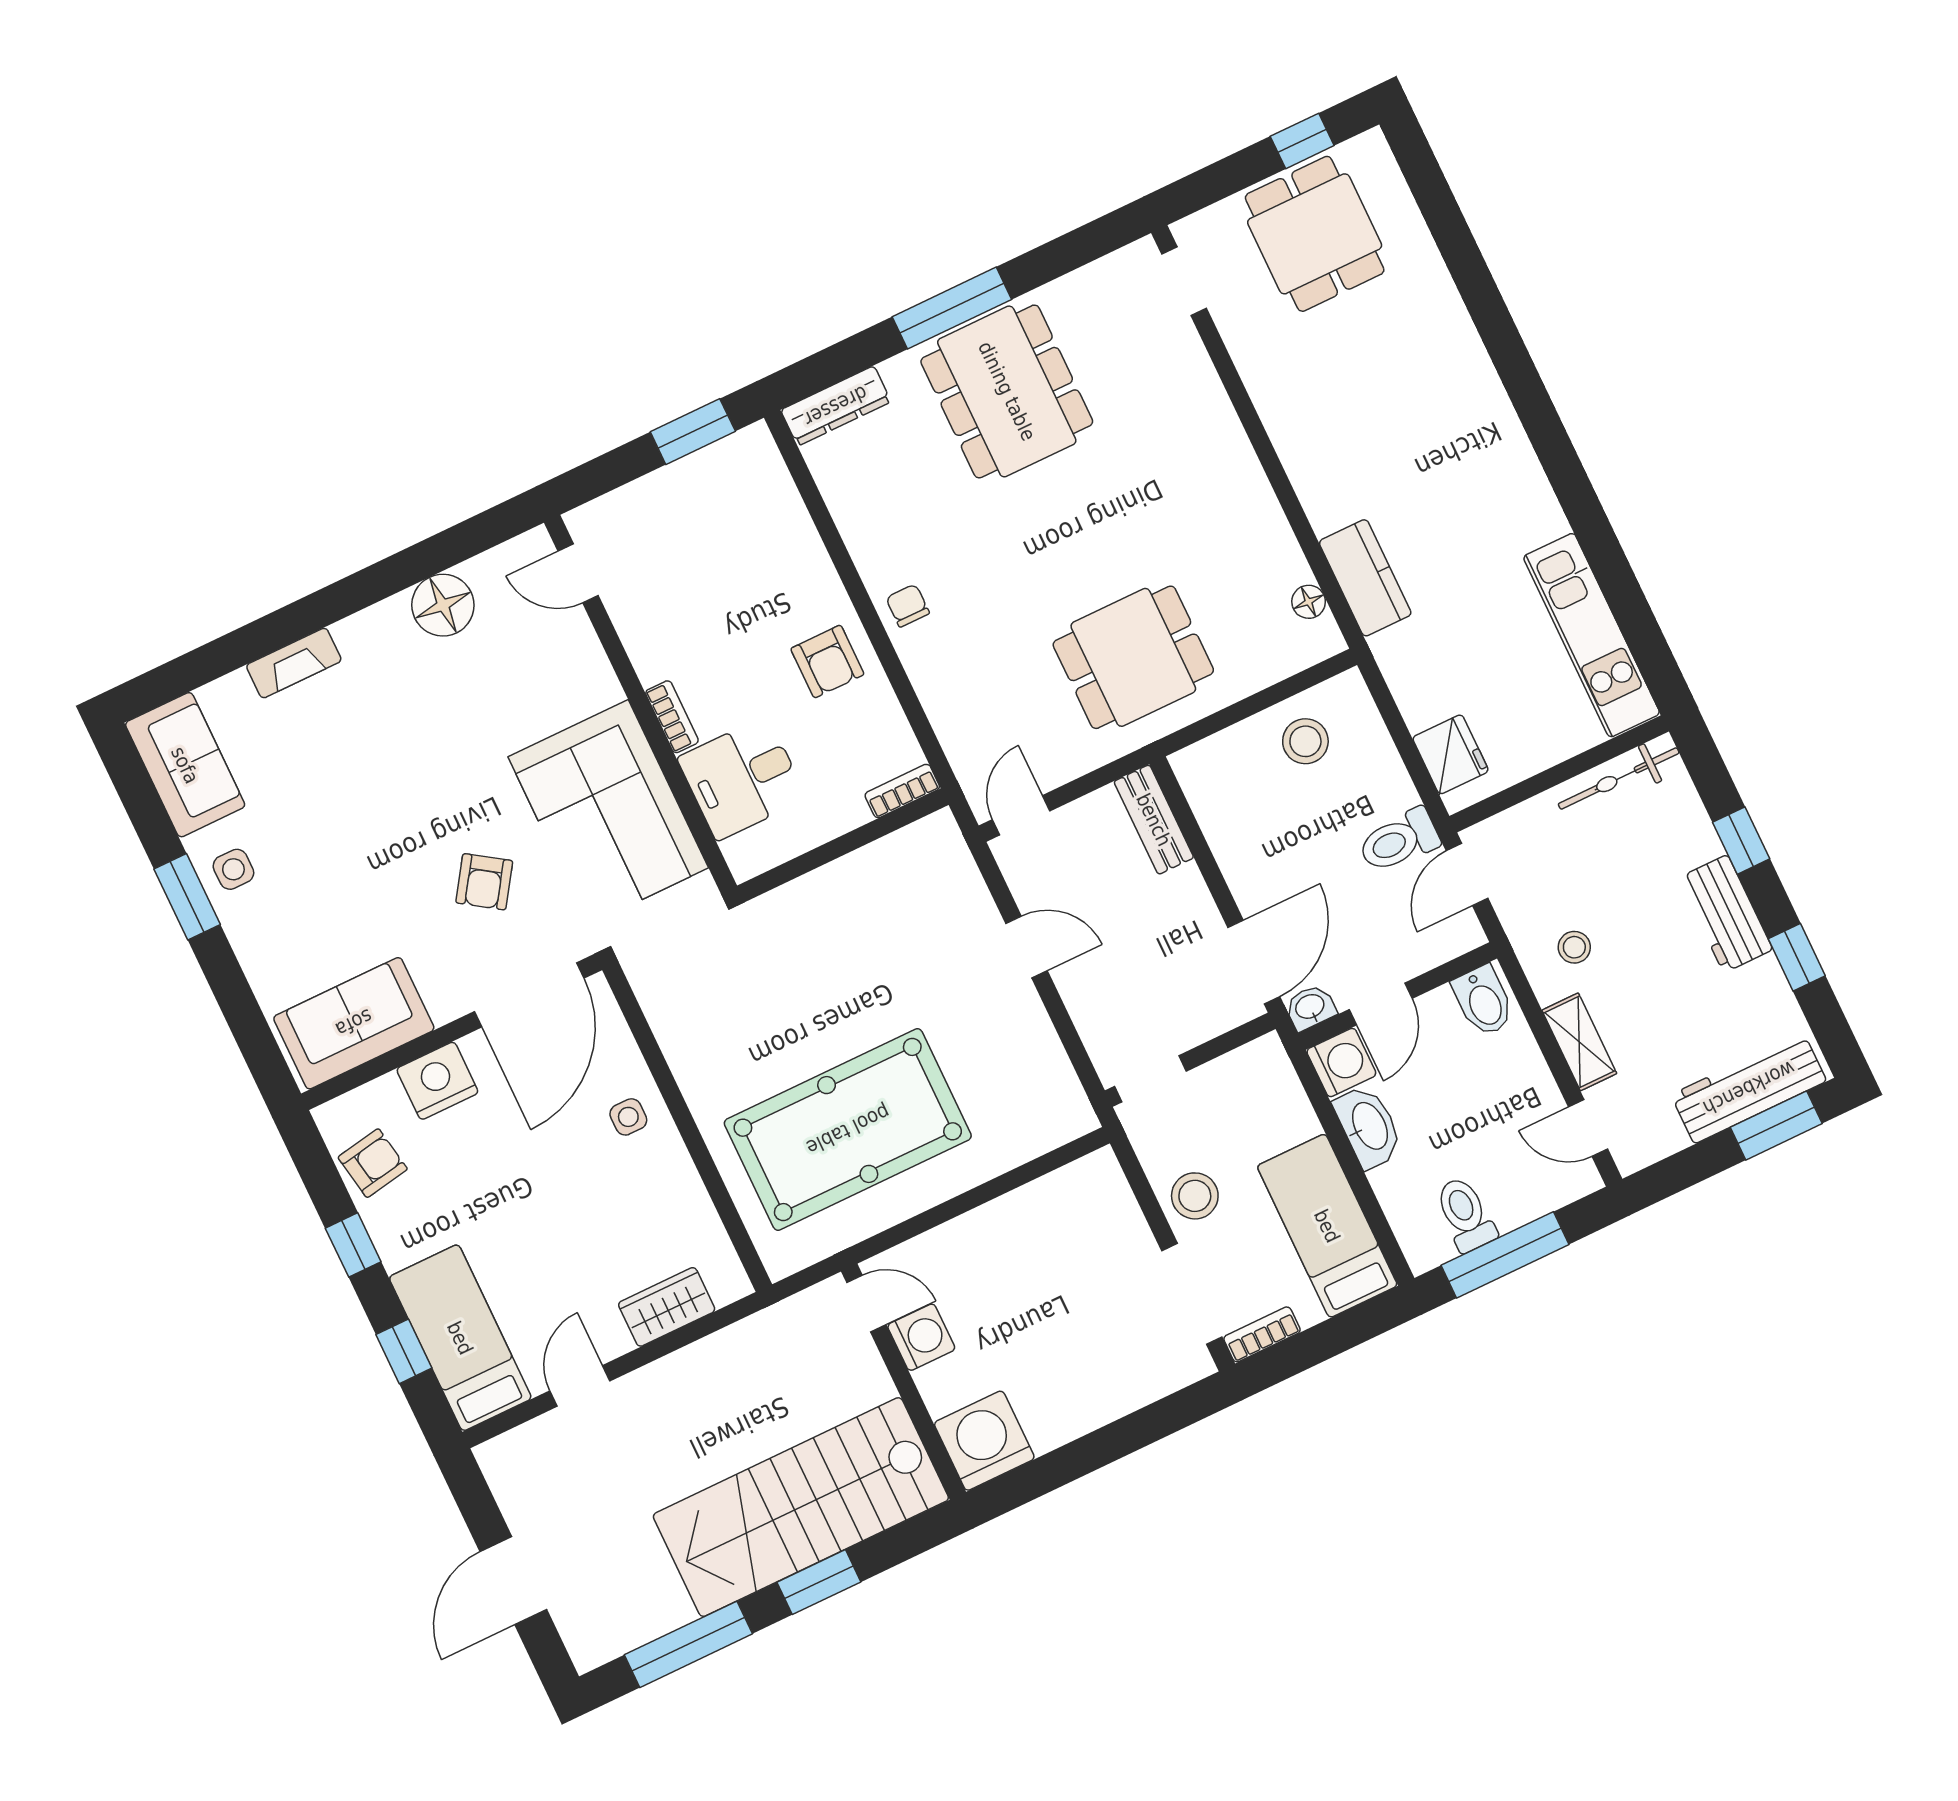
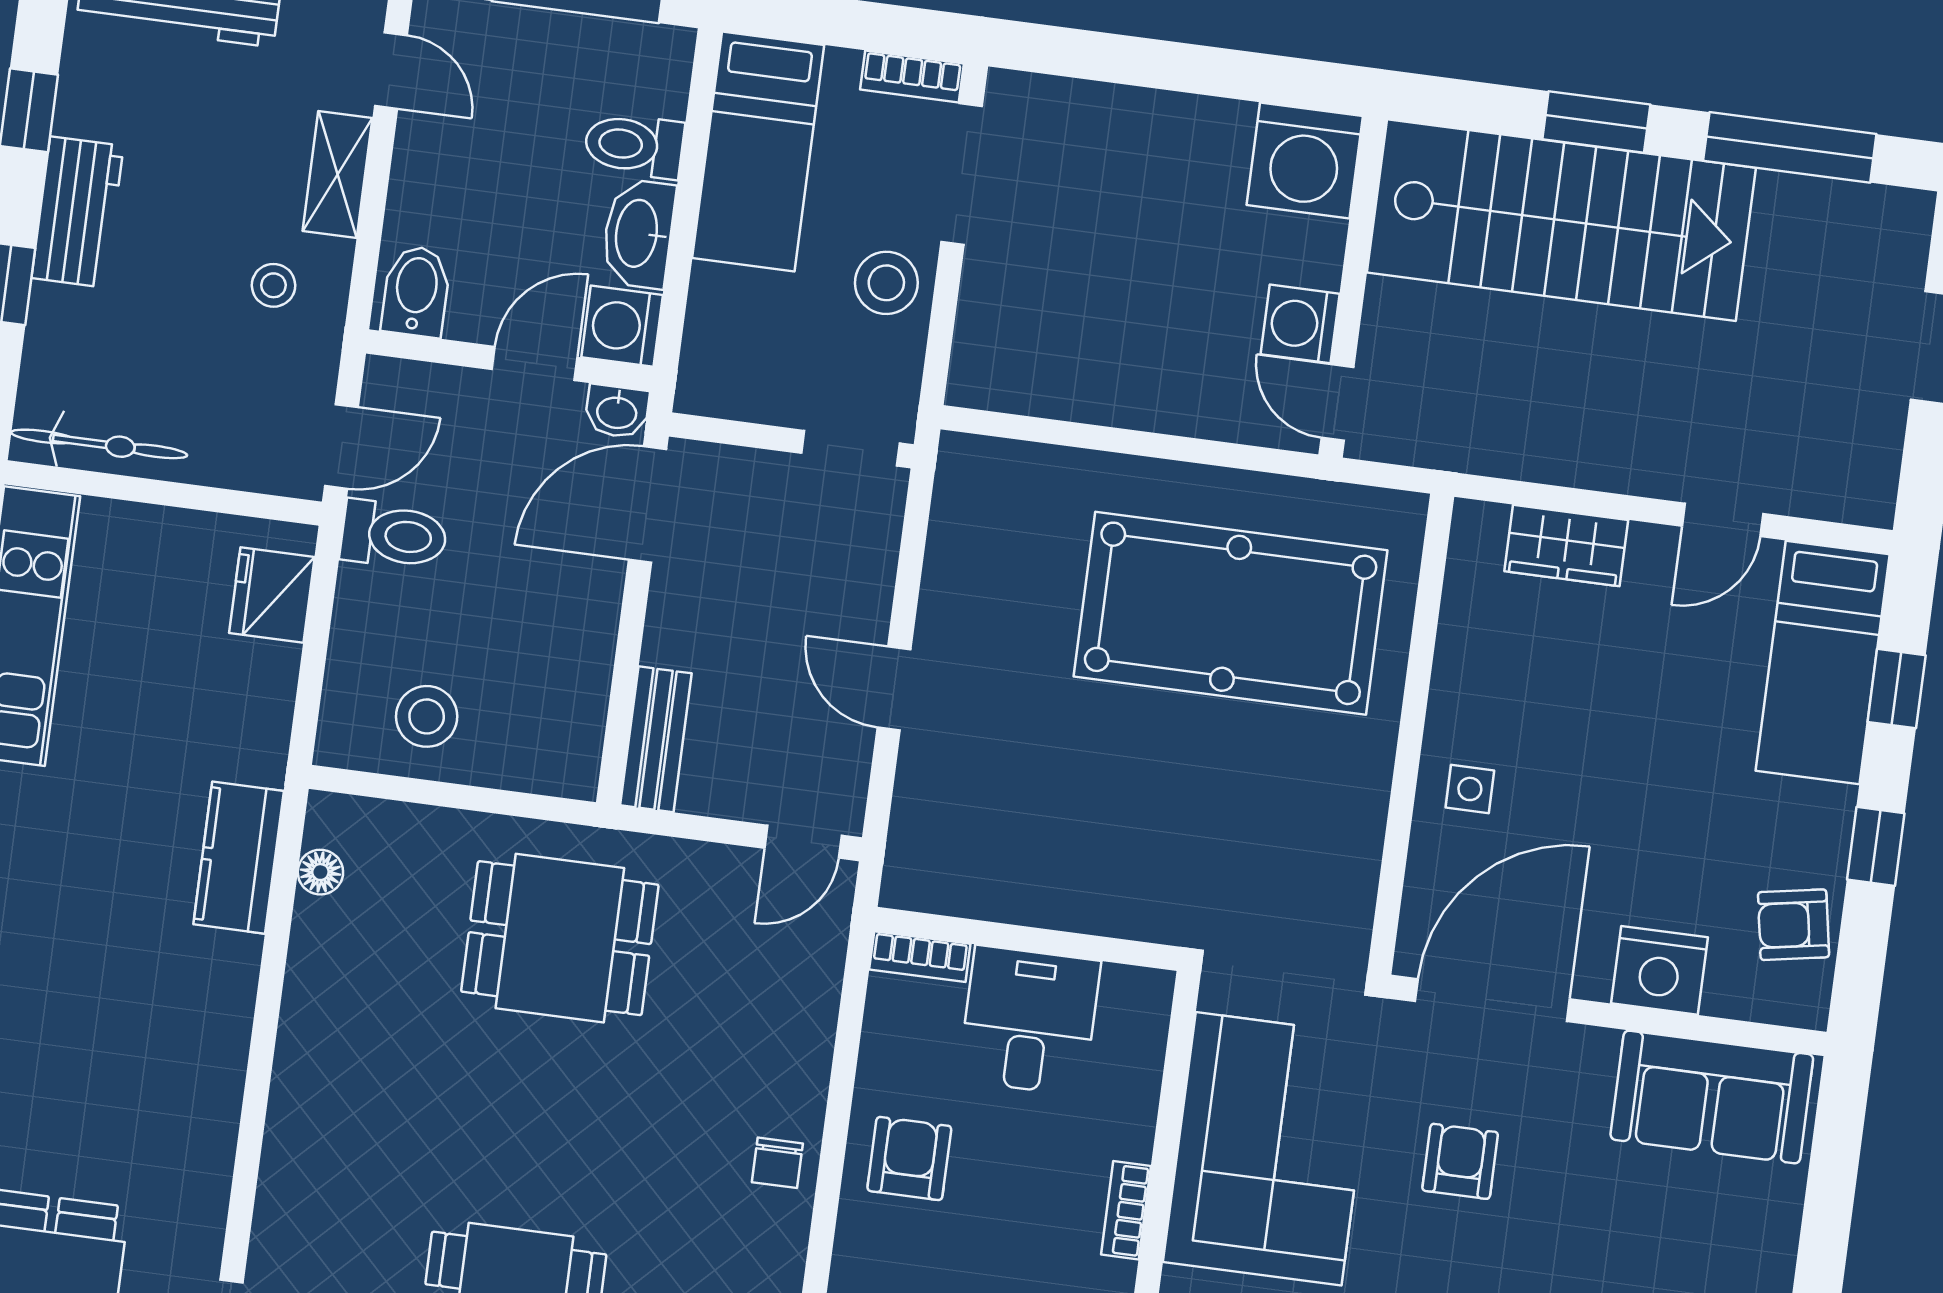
desk: (742, 778) -> (1029, 1021), moved, turned -90
armchair: (484, 882) -> (1460, 1161), turned -34
toilet: (1465, 1214) -> (634, 145), moved, turned 90

